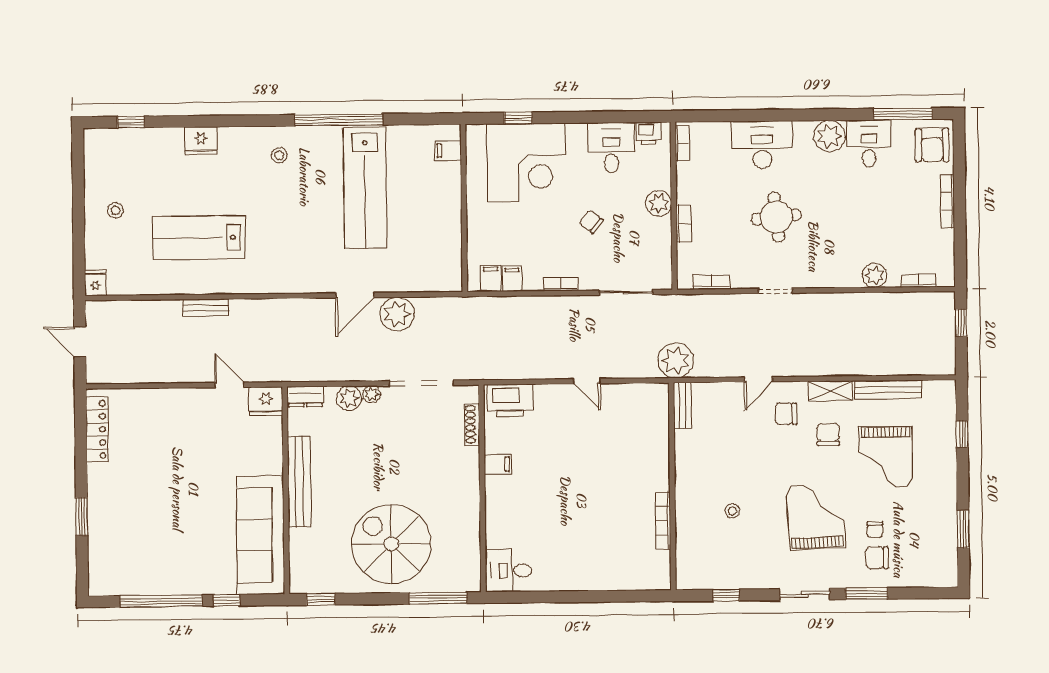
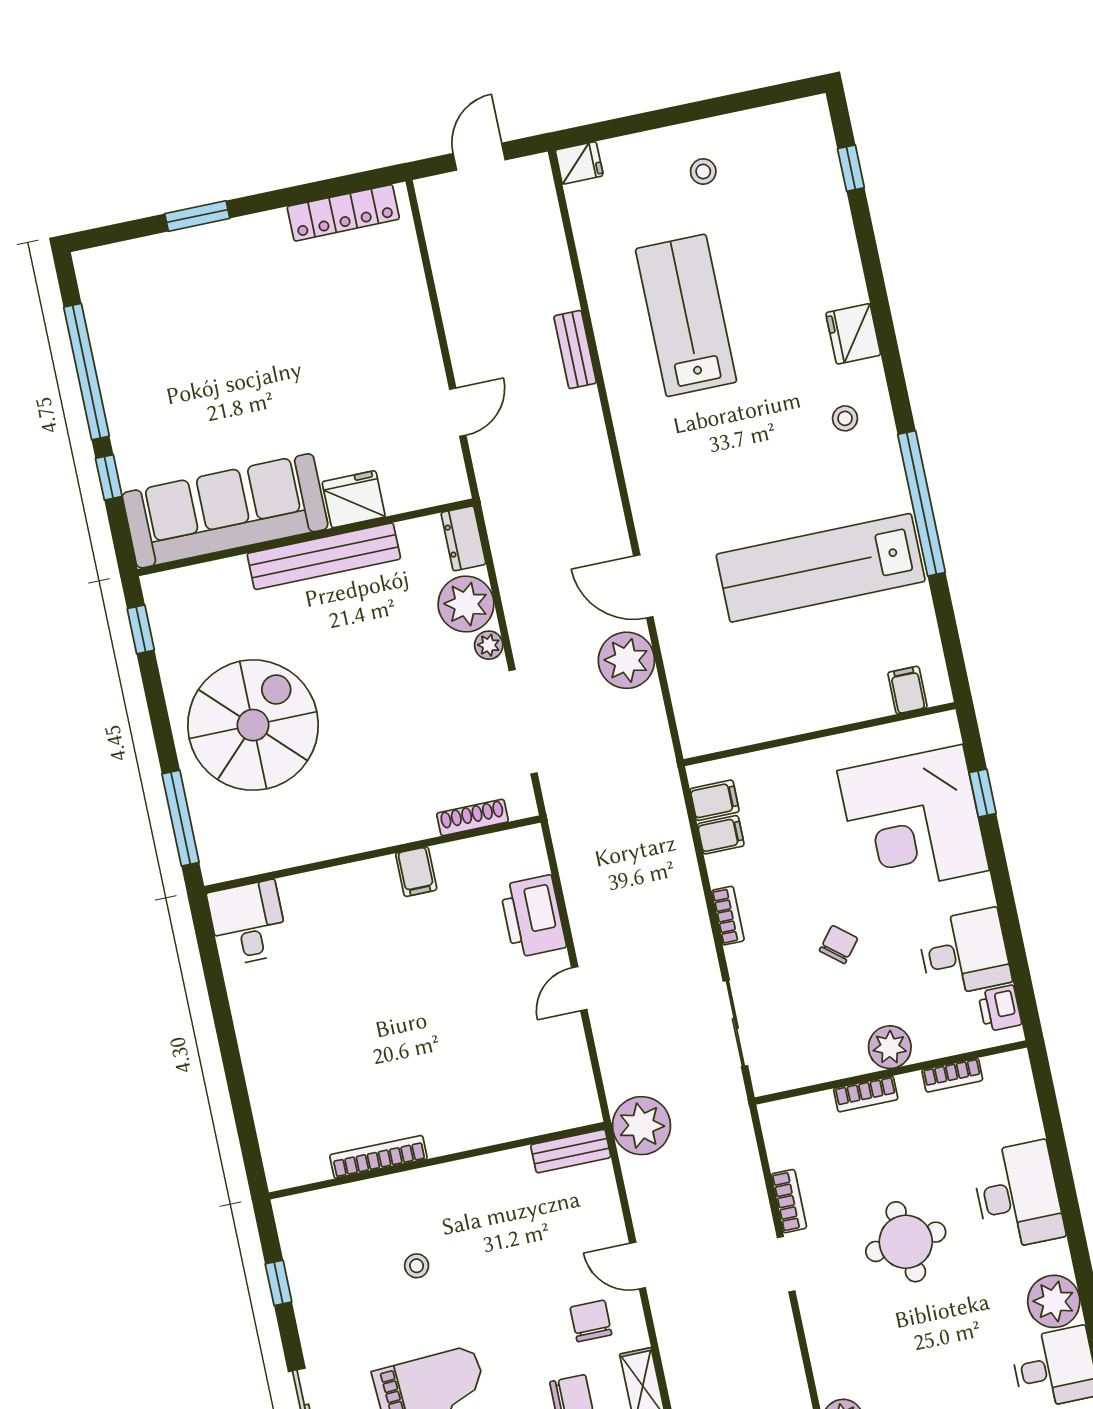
fridge: (201, 141) -> (853, 334), moved
bookcase: (682, 143) -> (952, 1075), moved
bookcase: (711, 282) -> (789, 1201), moved
plant: (349, 398) -> (466, 604), width x1.36, depth x1.36
fridge: (266, 401) -> (354, 499), moved, turned 90
printer: (510, 401) -> (533, 916), moved

